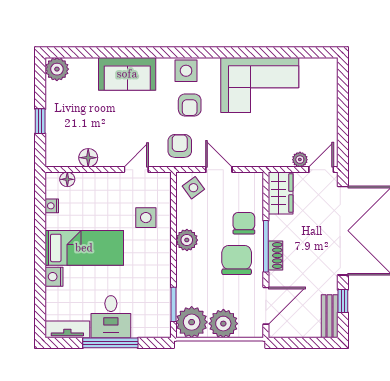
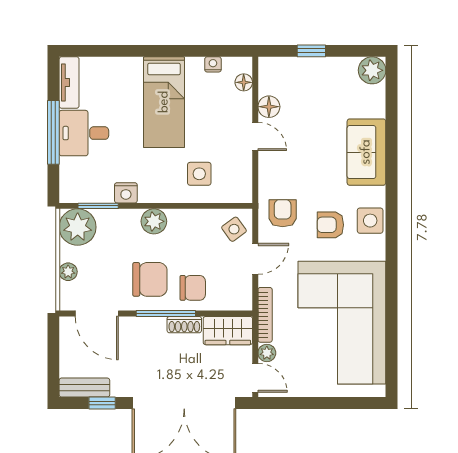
corner sofa: (260, 85) -> (342, 323), width x1.36, depth x1.36
armchair: (180, 146) -> (283, 213), turned -90
bookcase: (267, 161) -> (265, 315), added
door: (136, 170) -> (255, 136), moved
plant: (187, 240) -> (154, 221), moved
shoe rack: (275, 256) -> (184, 325), moved
nightstand: (54, 277) -> (126, 193), moved, turned 180
plant: (223, 324) -> (68, 272), width x0.53, depth x0.53

